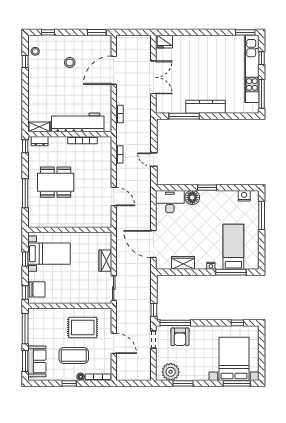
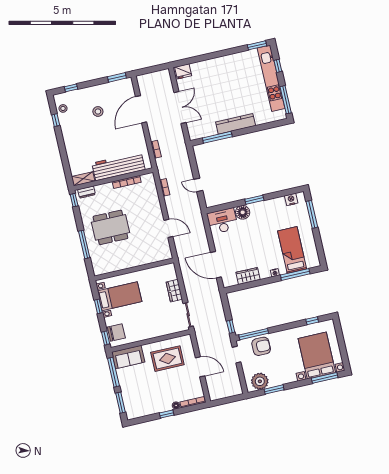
armchair: (180, 337) -> (261, 346), turned -90
coffee table: (74, 356) -> (165, 387), removed
sofa: (37, 361) -> (128, 357), moved, turned 90

